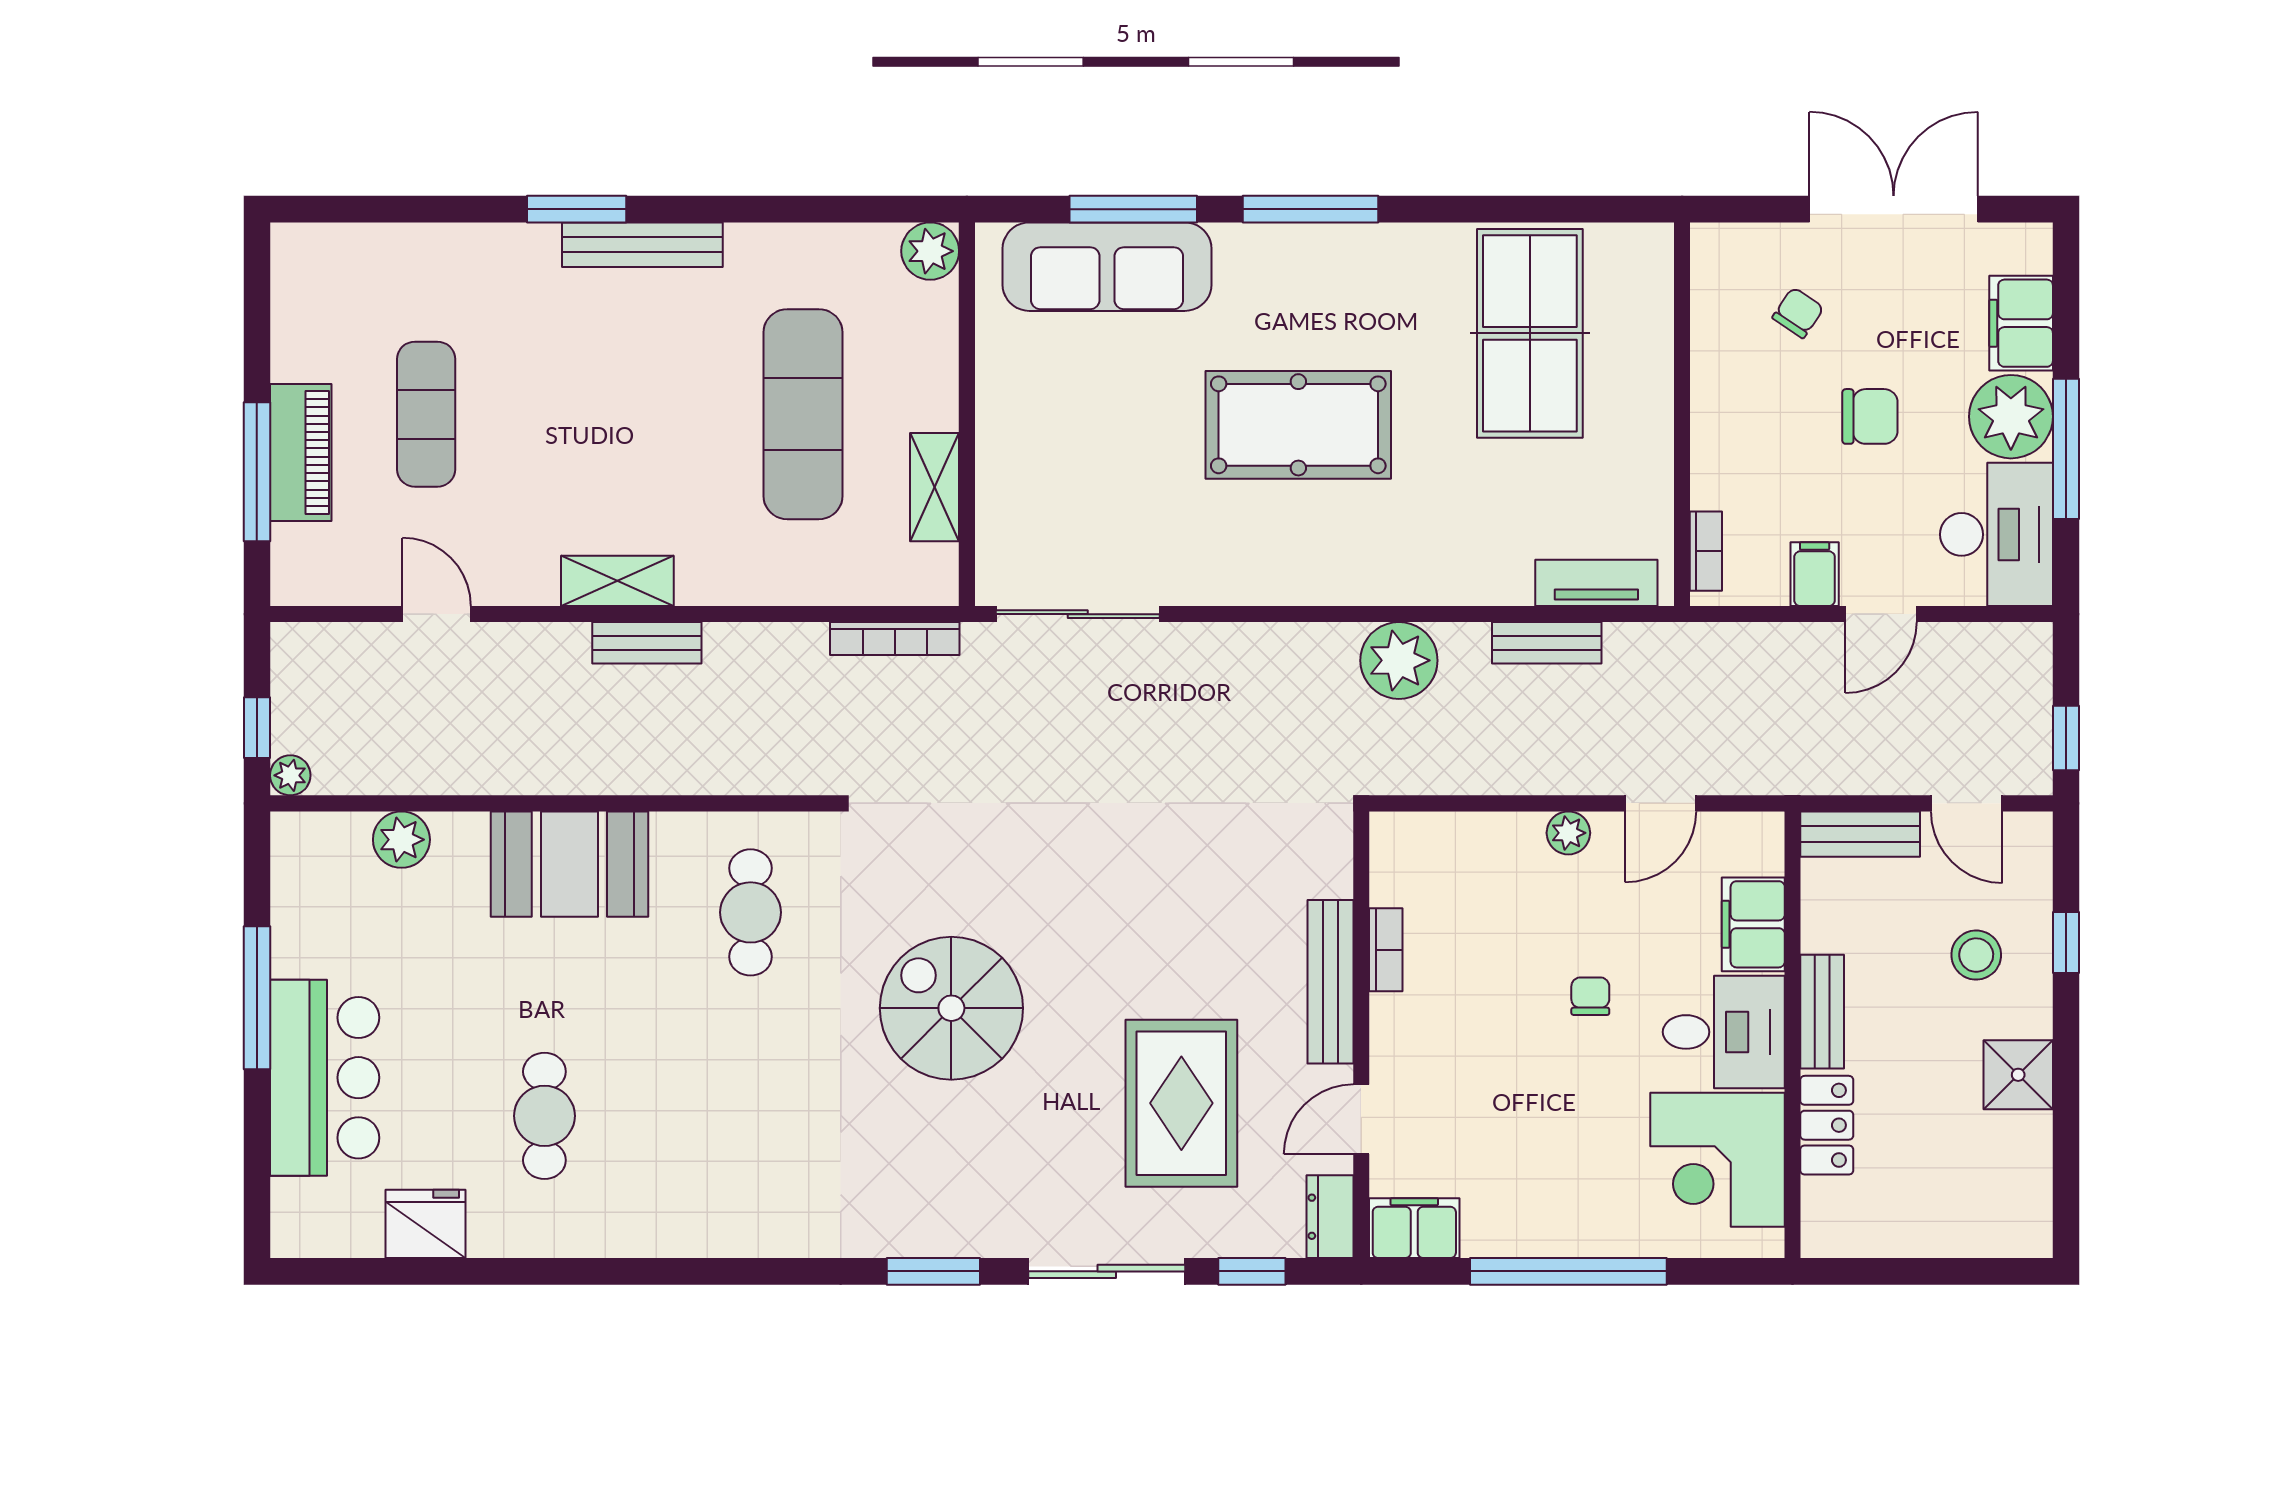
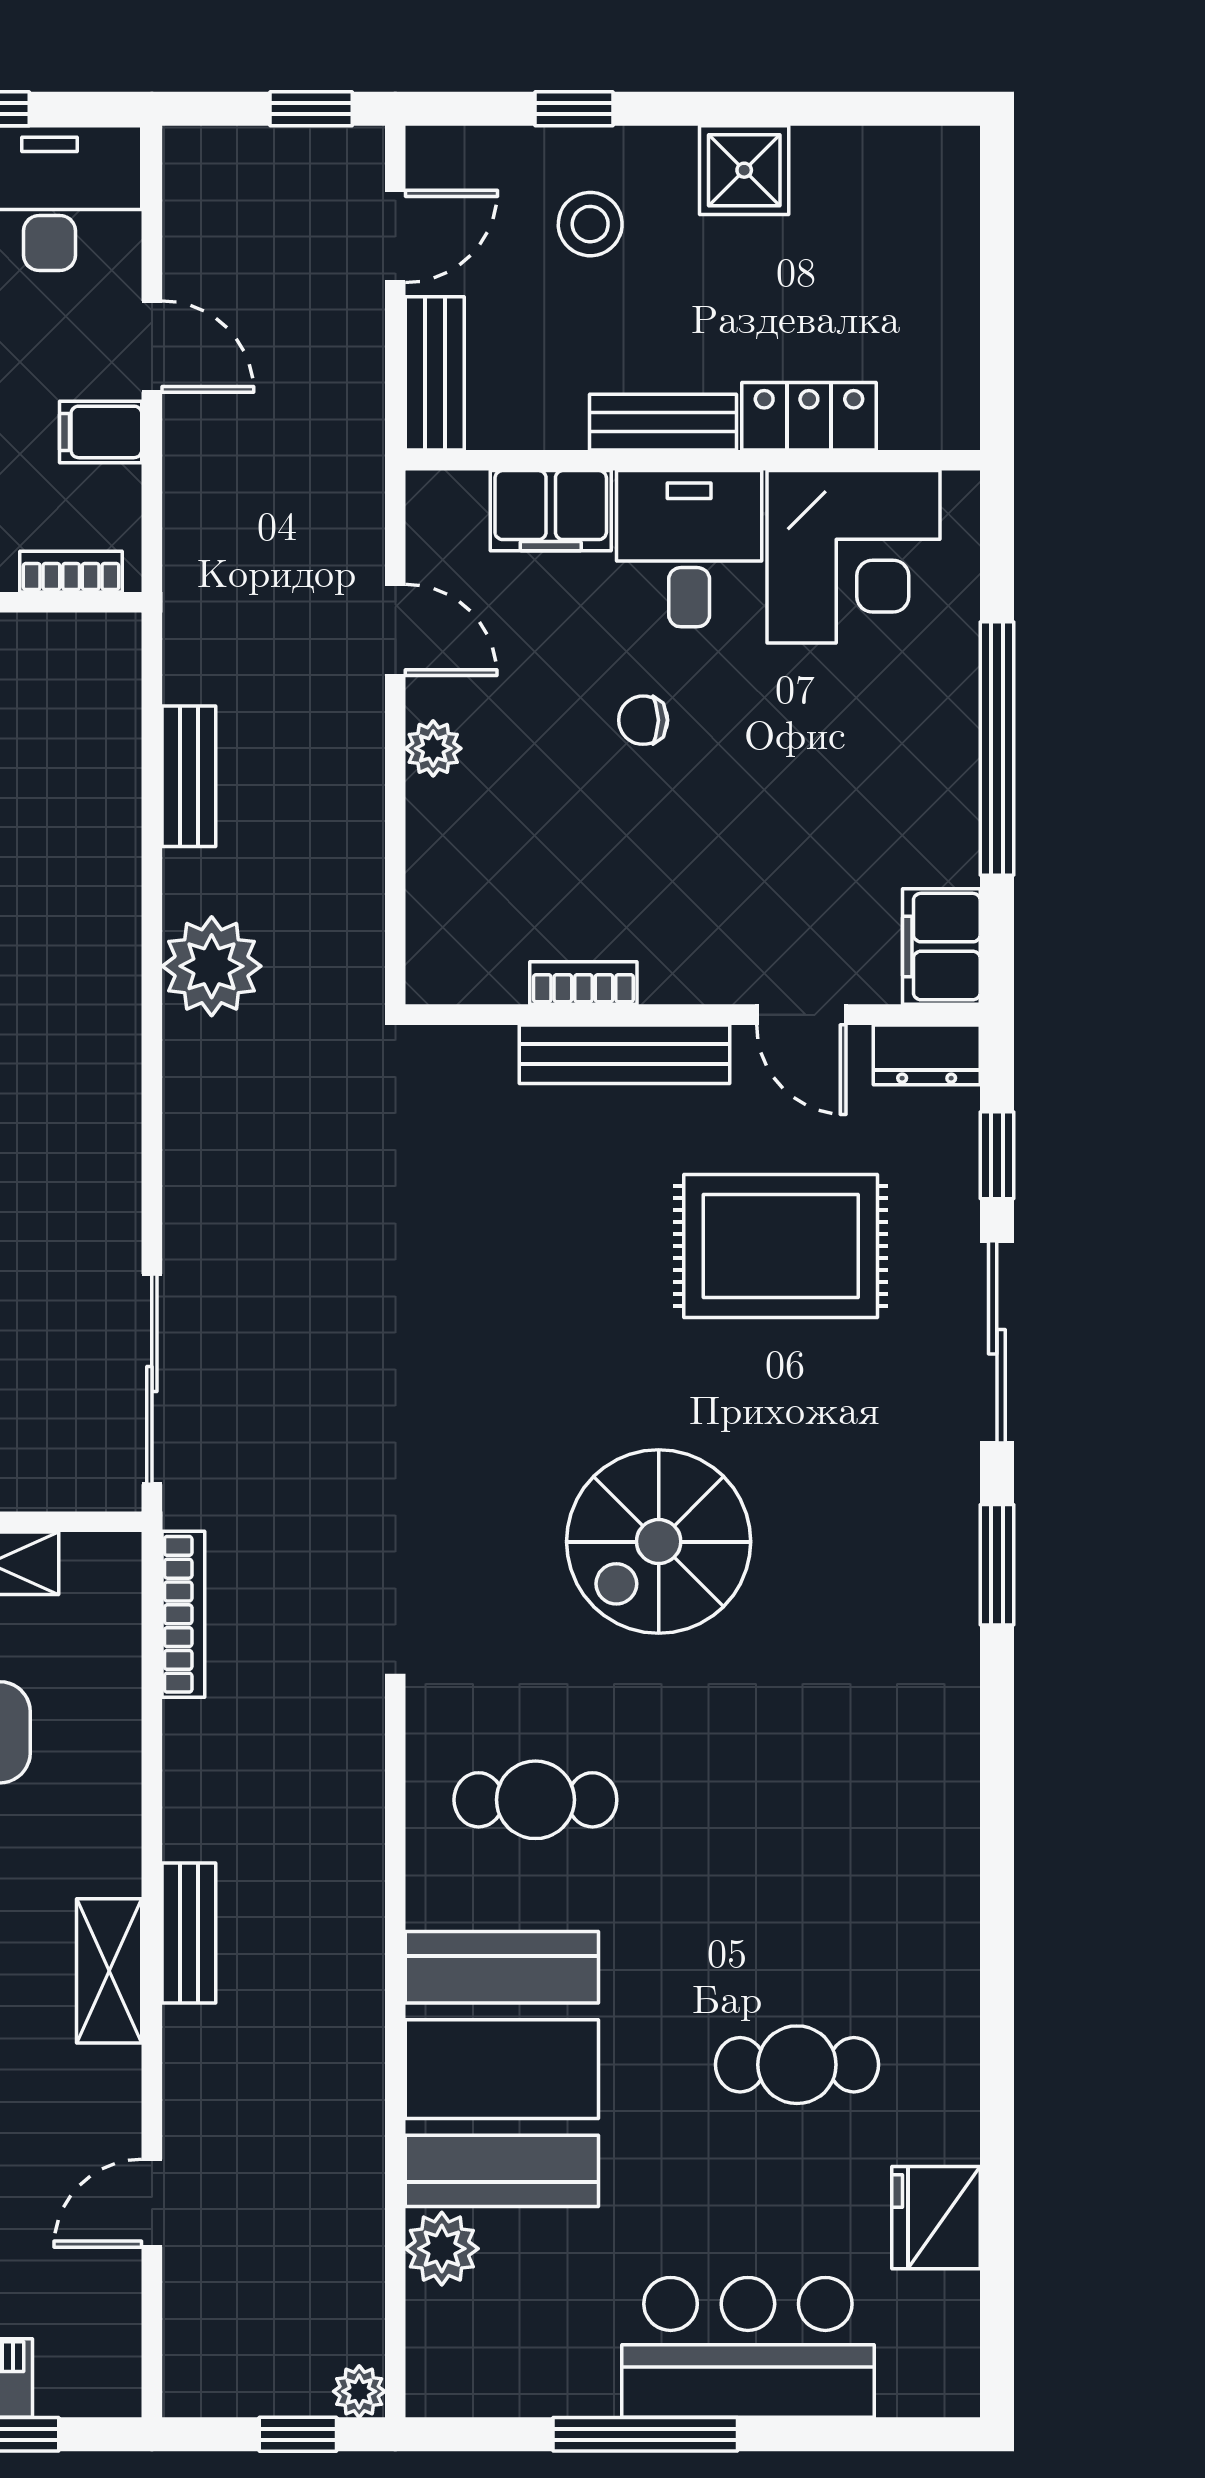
tv unit: (1596, 583) -> (112, 712), removed
booth: (569, 864) -> (502, 2069), width x1.36, depth x1.42

